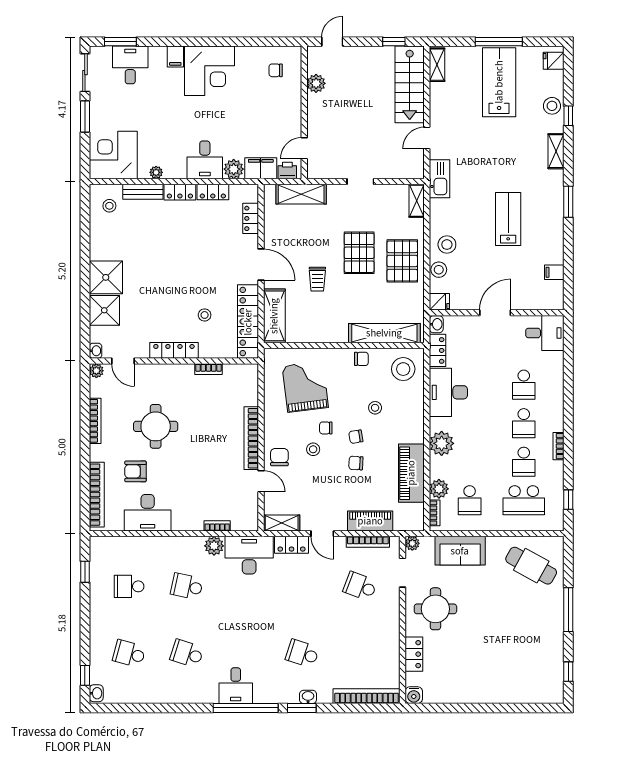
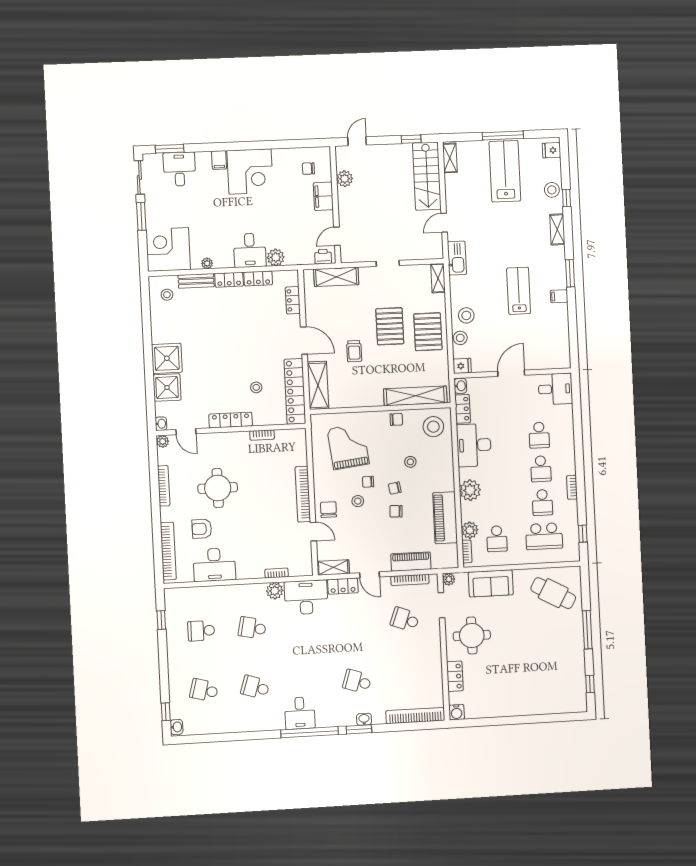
filing cabinet: (261, 168) -> (323, 196), moved, turned -90
filing cabinet: (554, 272) -> (559, 296), moved

